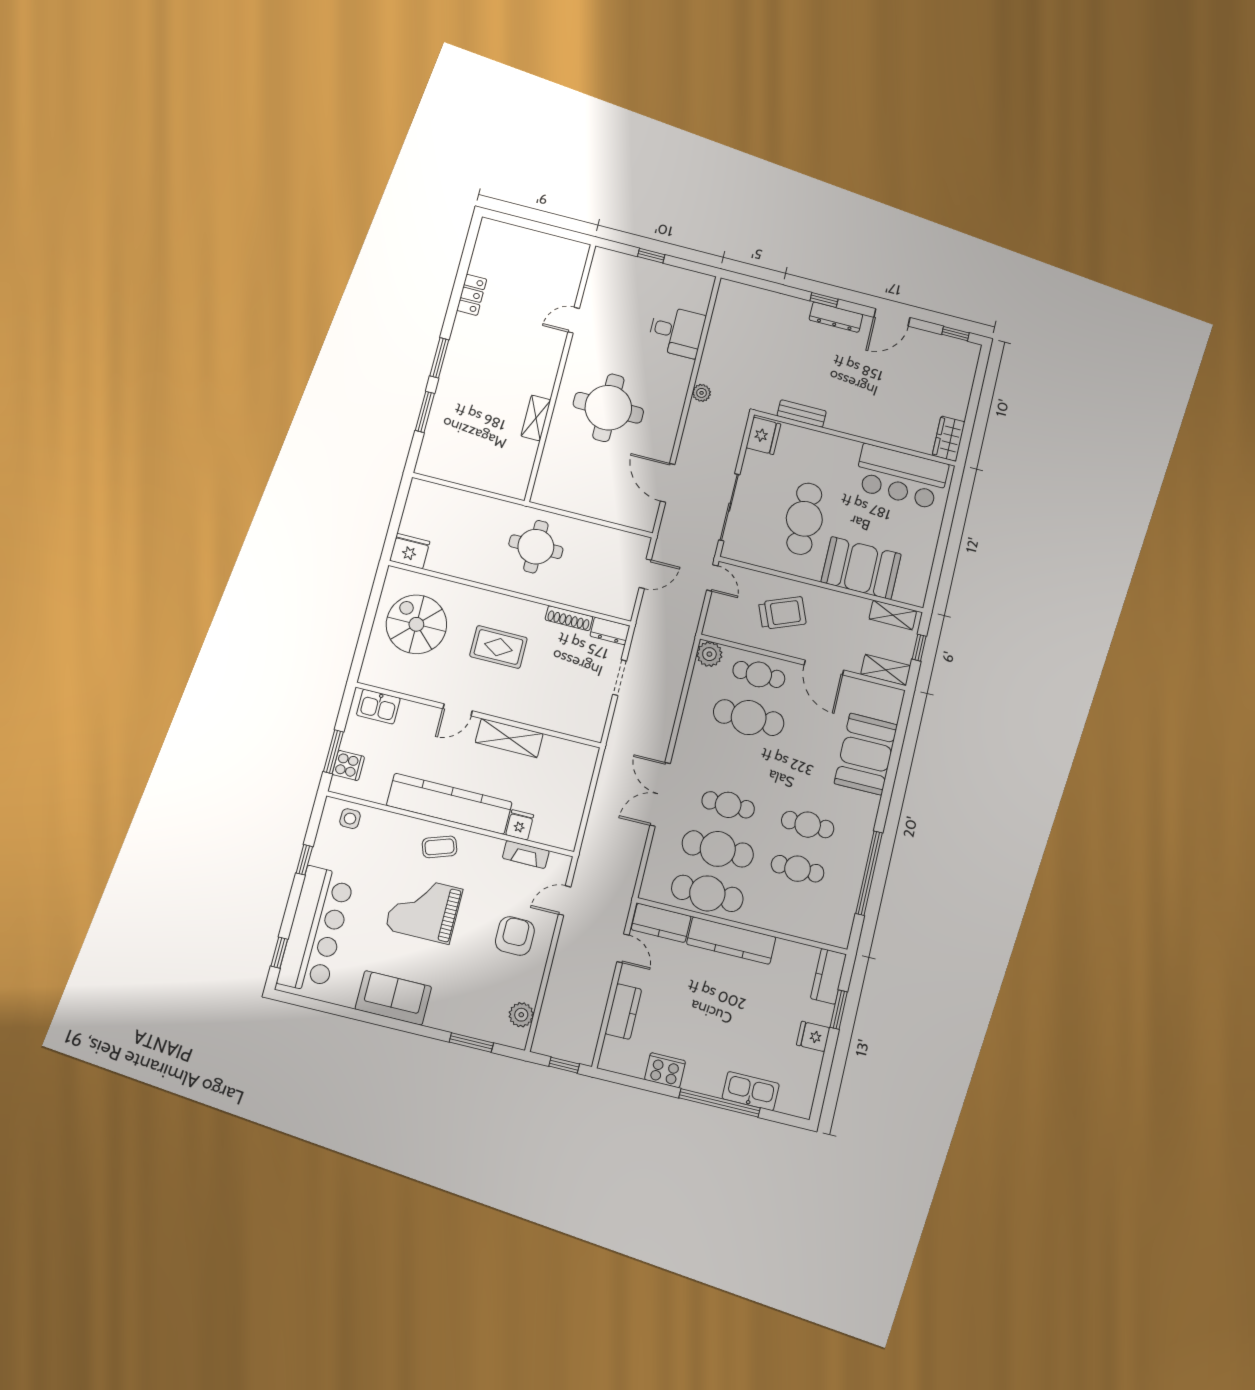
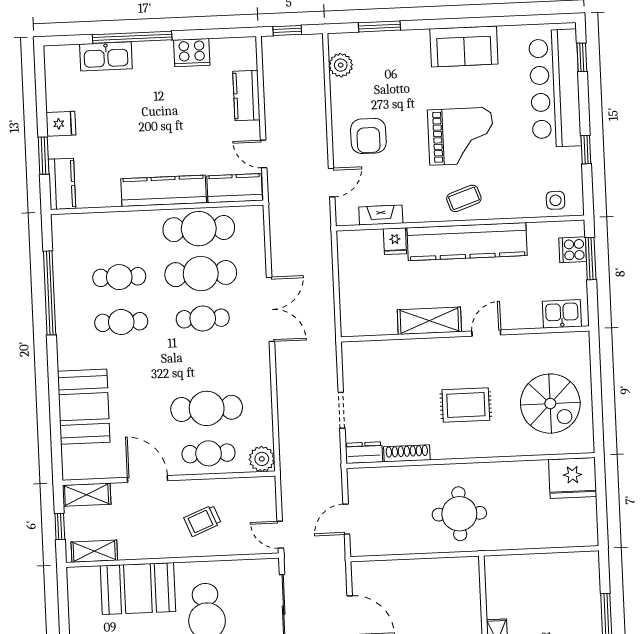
fridge: (410, 551) -> (573, 478), width x1.36, depth x1.34
trolley: (782, 613) -> (202, 521), width x0.73, depth x0.72

